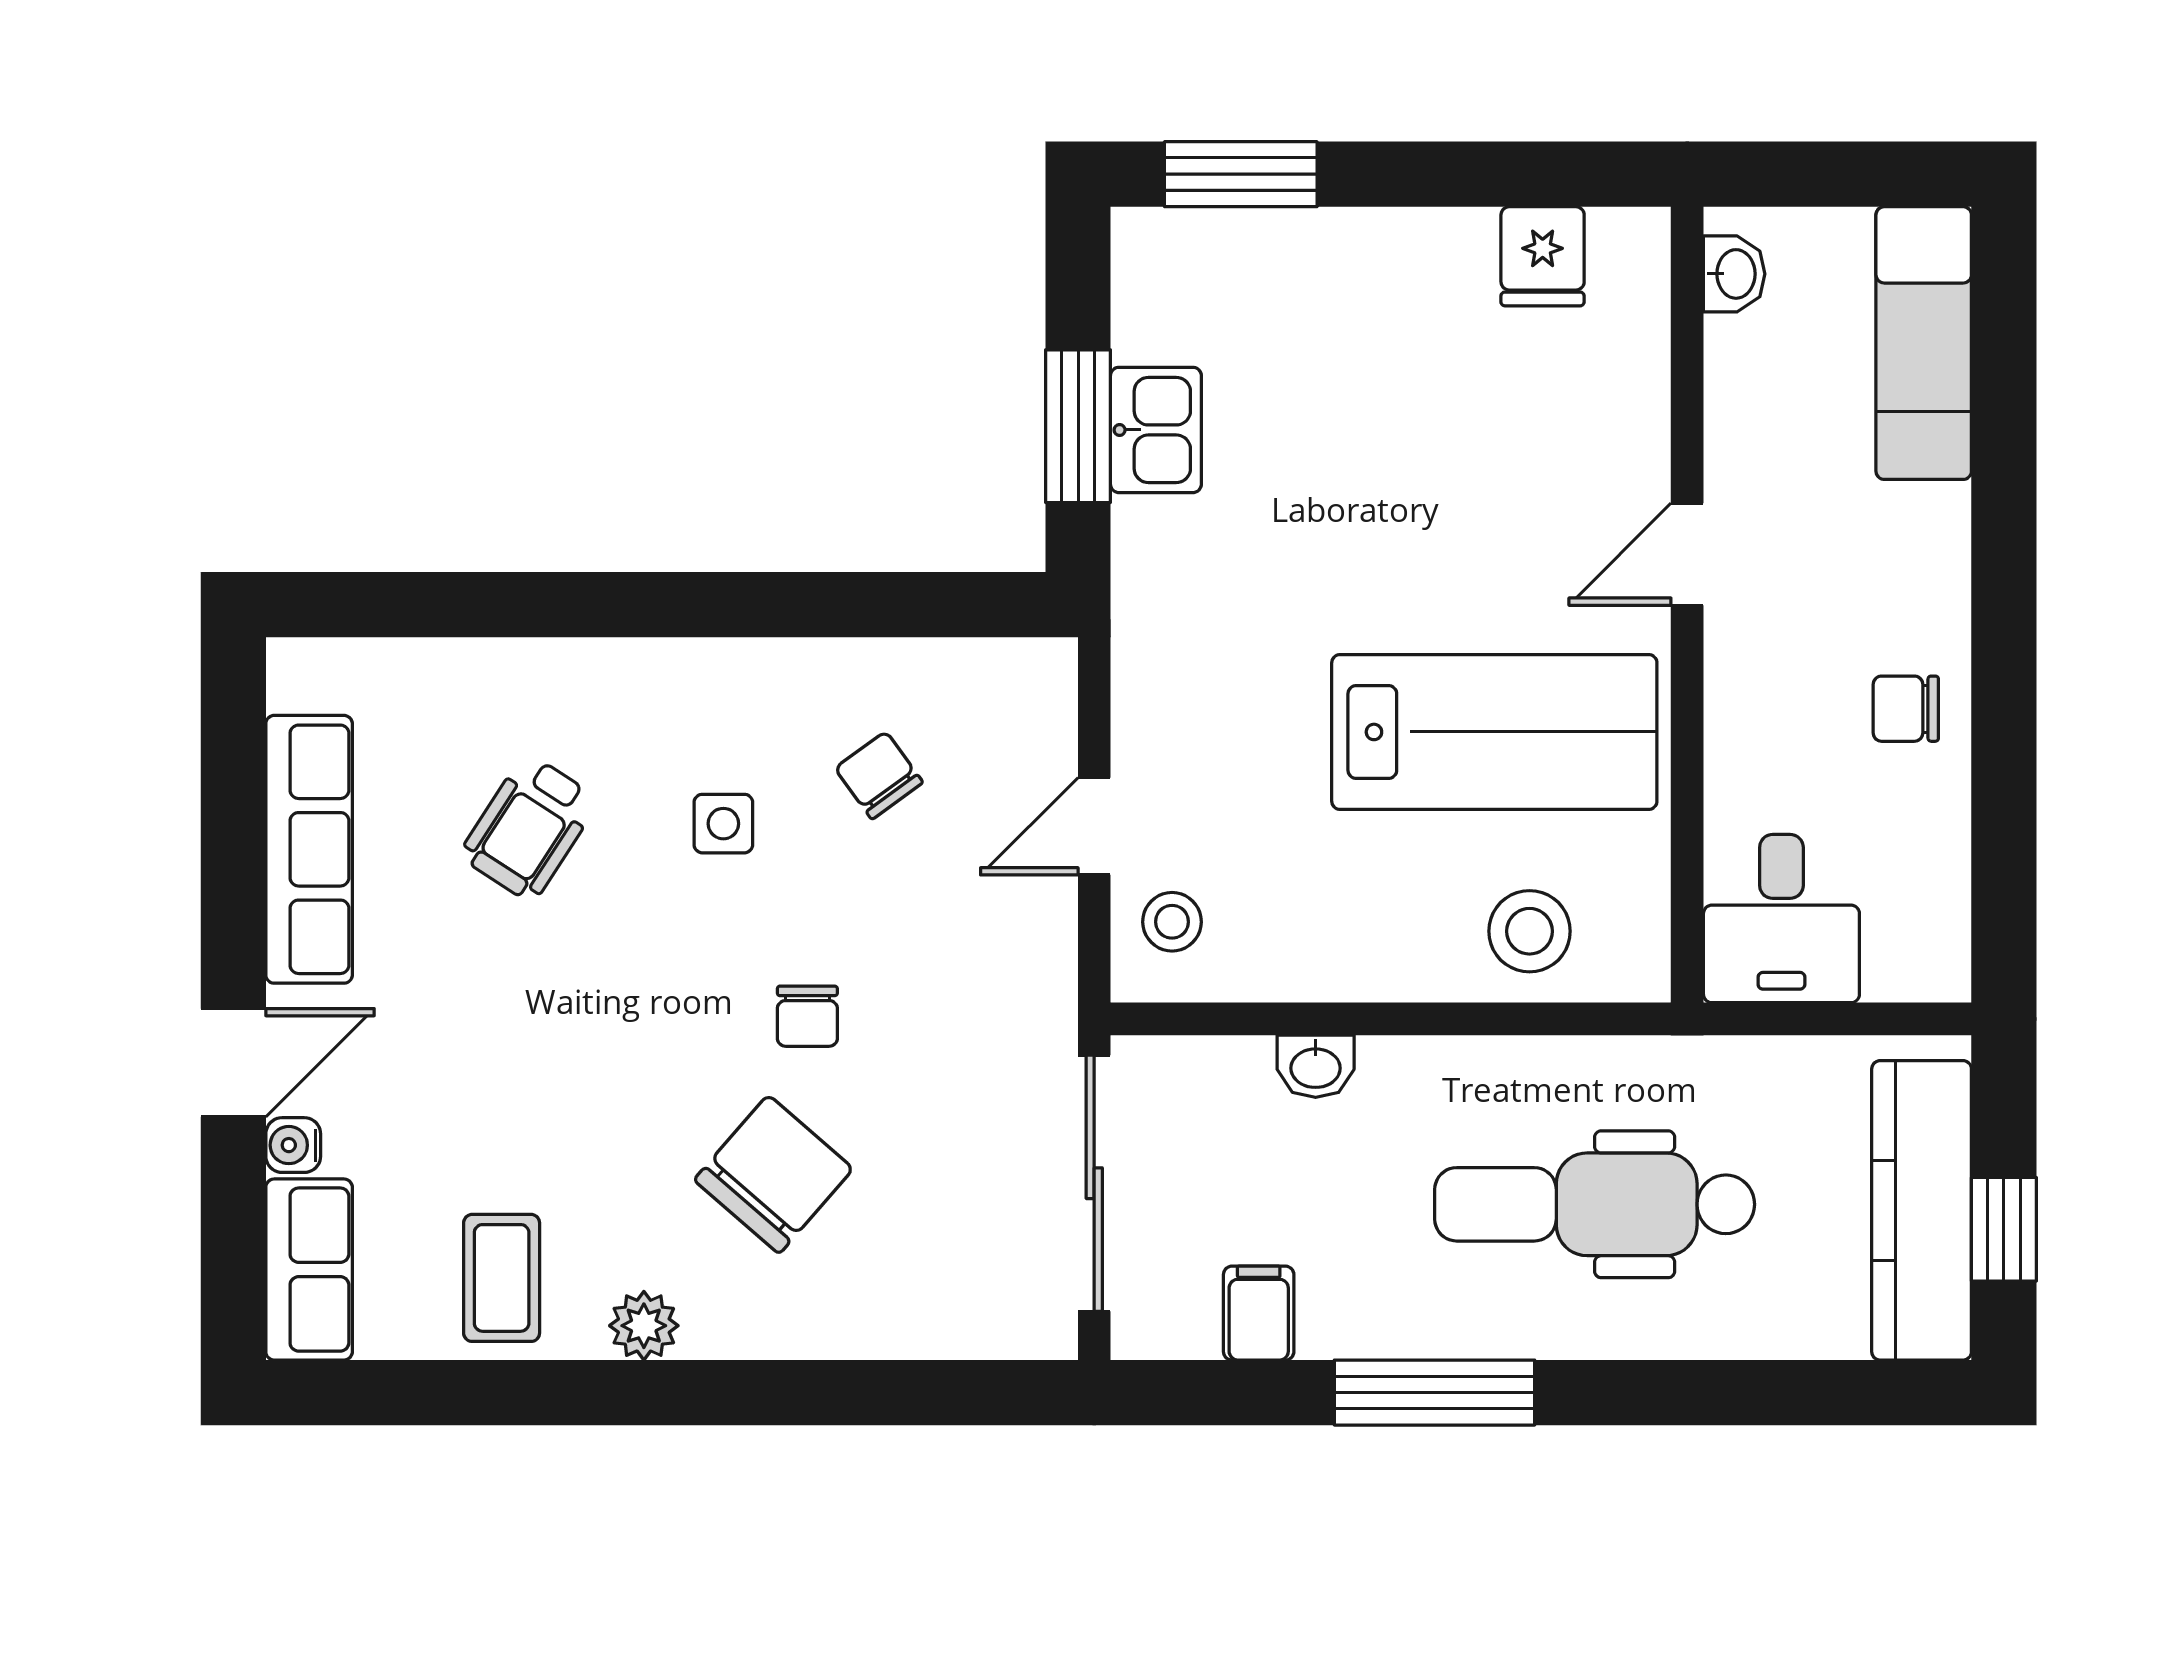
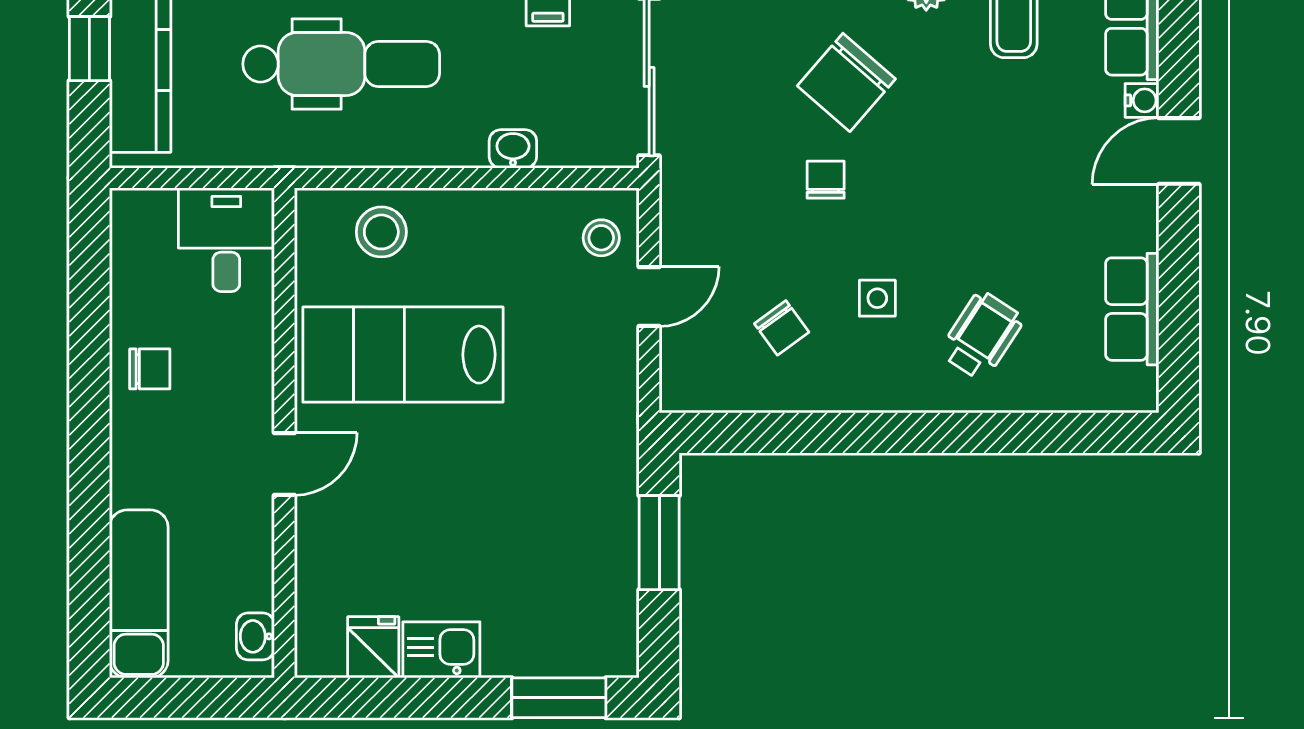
kitchen sink: (1156, 430) -> (441, 650), moved, turned 90
wheelchair: (529, 828) -> (982, 336), moved
row of seats: (309, 849) -> (1132, 309), width x0.68

